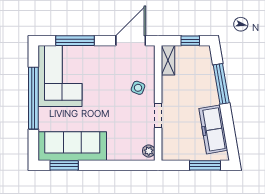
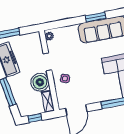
boiler: (174, 89) -> (40, 82), added
window: (64, 165) -> (96, 17), moved

